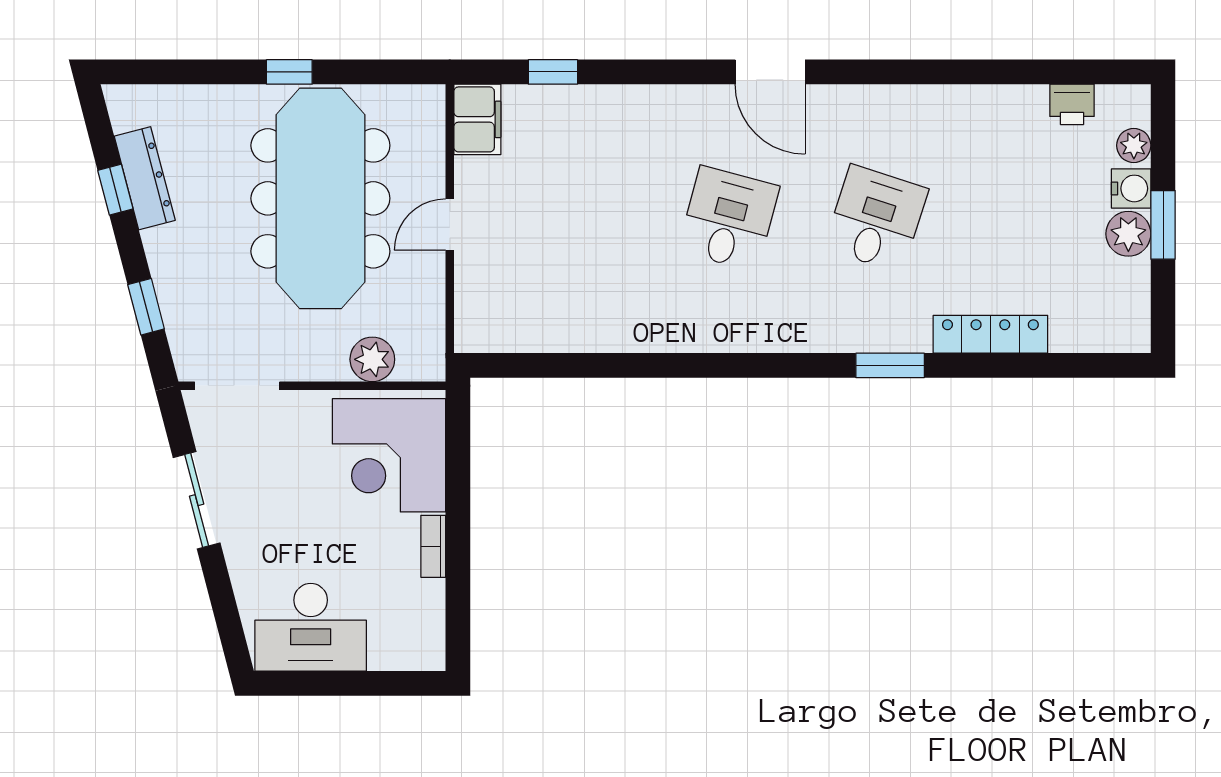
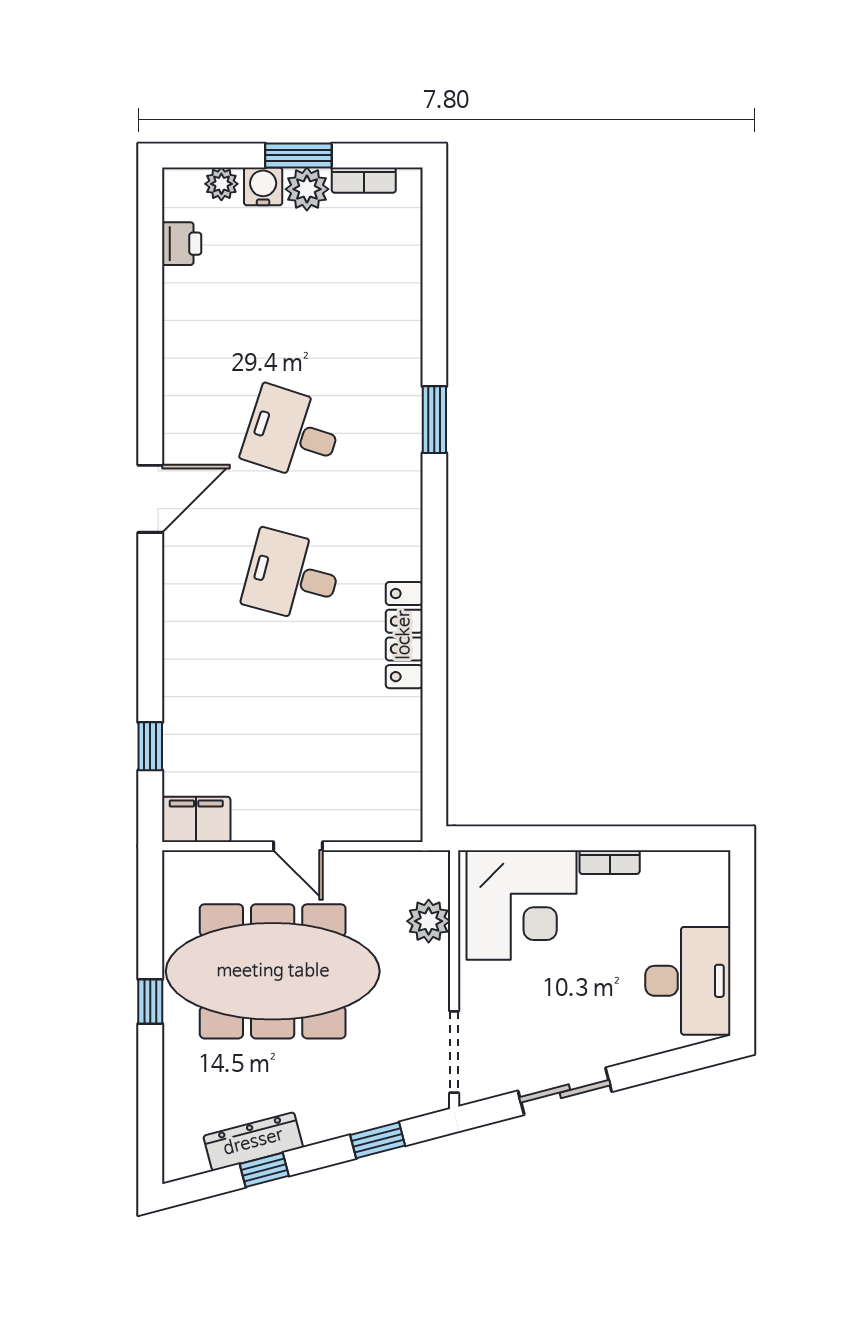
door: (770, 72) -> (150, 499), moved
bookcase: (1138, 292) -> (364, 180), added
locker: (990, 334) -> (404, 635), moved

